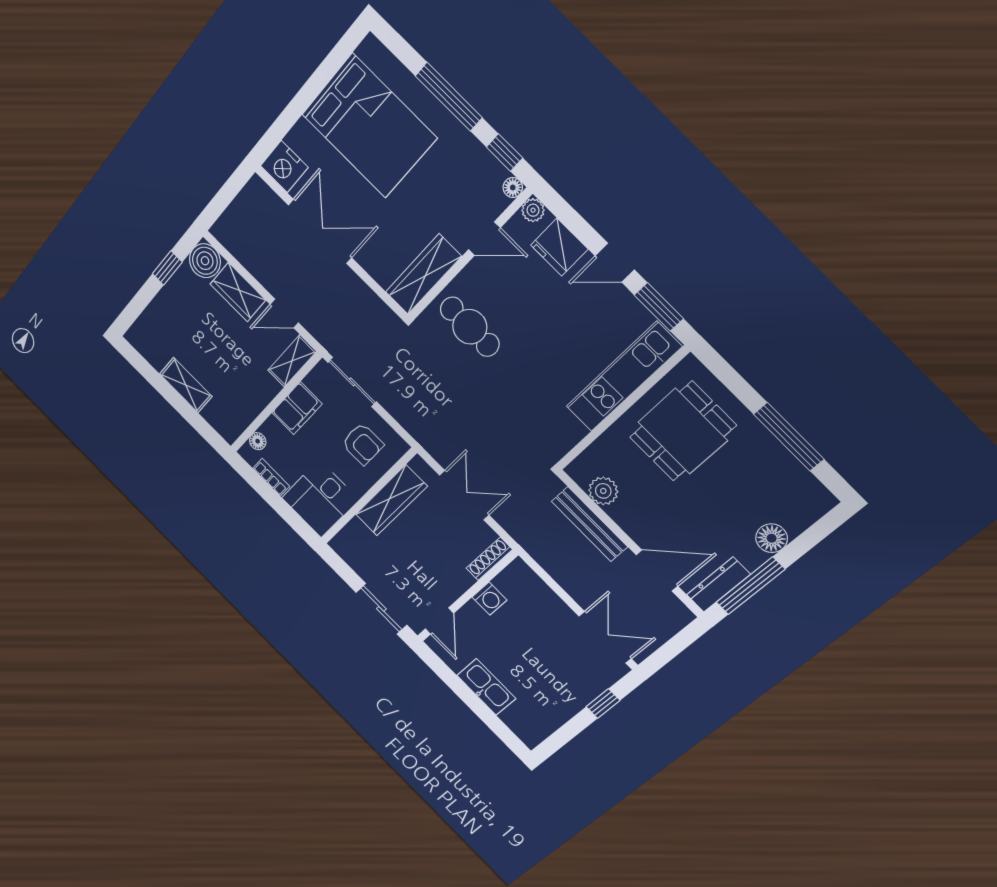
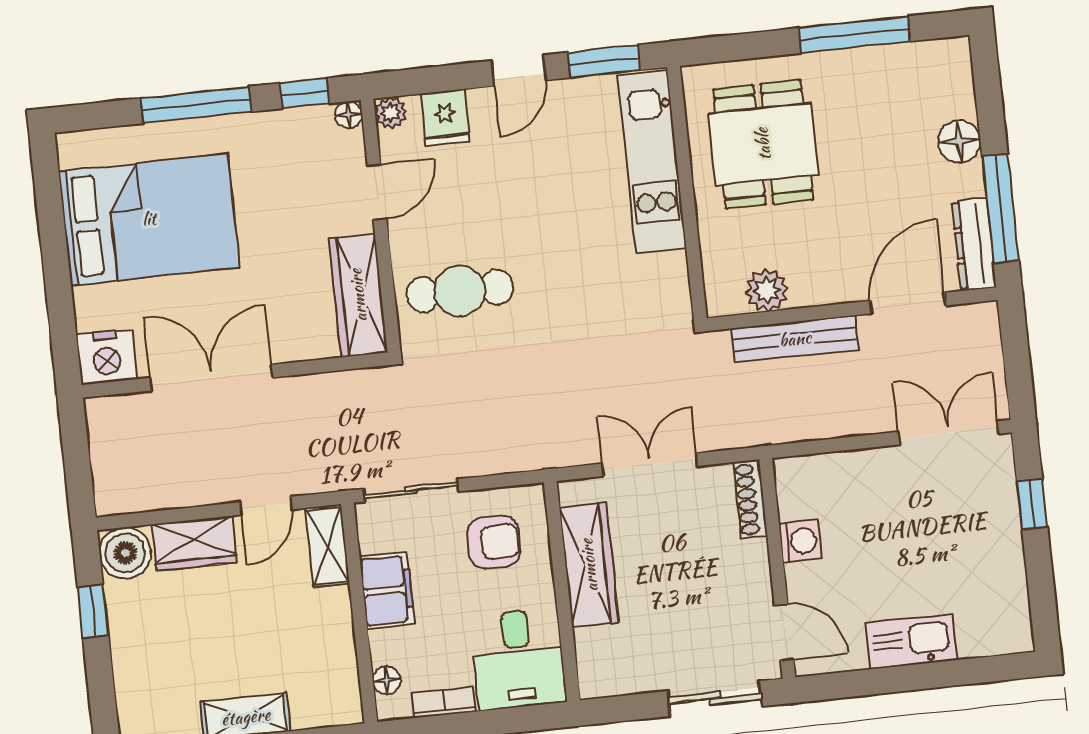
fridge: (559, 247) -> (445, 117), width x0.72

